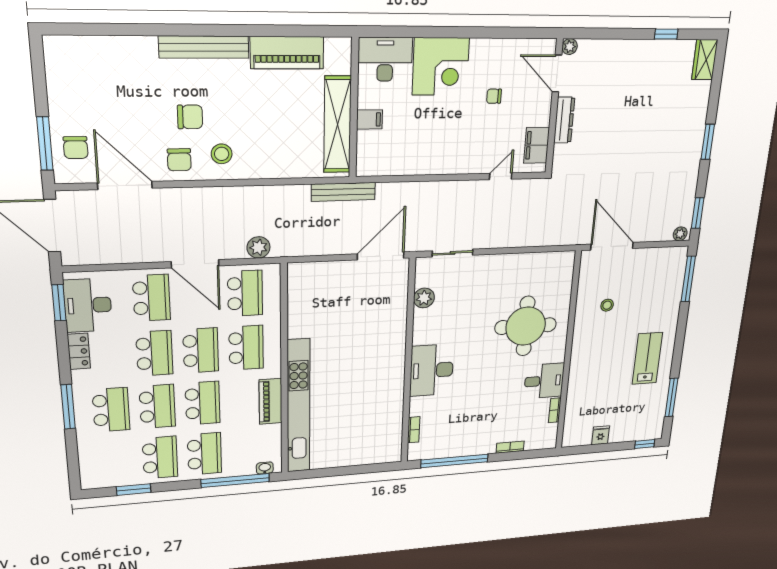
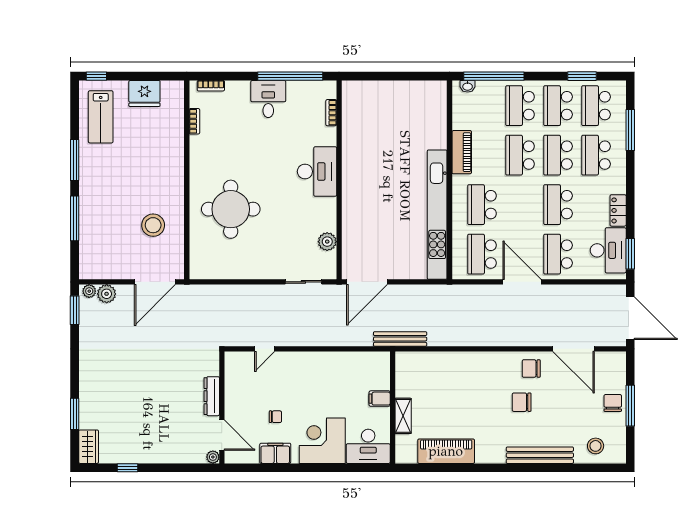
bench: (204, 47) -> (540, 455), moved
shelving: (338, 125) -> (403, 416), width x0.45, depth x0.75
window: (708, 142) -> (75, 414), moved
window: (45, 144) -> (630, 406), moved
filing cabinet: (537, 145) -> (275, 453), moved, turned -90
chair: (76, 148) -> (613, 403), moved
stool: (222, 154) -> (596, 446), moved
chair: (179, 160) -> (531, 369), turned -90
door: (612, 246) -> (155, 282), hinge flipped
plant: (258, 247) -> (107, 294), moved
window: (688, 279) -> (75, 218), moved
stool: (607, 305) -> (153, 225), width x1.89, depth x1.89
school desk: (201, 350) -> (596, 106), moved
lab bench: (647, 358) -> (101, 117), moved
desk: (544, 381) -> (268, 99), moved, turned 90
window: (671, 397) -> (75, 160), moved
kitchen unit: (299, 406) -> (437, 215), moved
window: (68, 407) -> (630, 130), moved
fridge: (601, 435) -> (144, 93), width x1.88, depth x1.34
bookcase: (510, 447) -> (211, 86), moved

